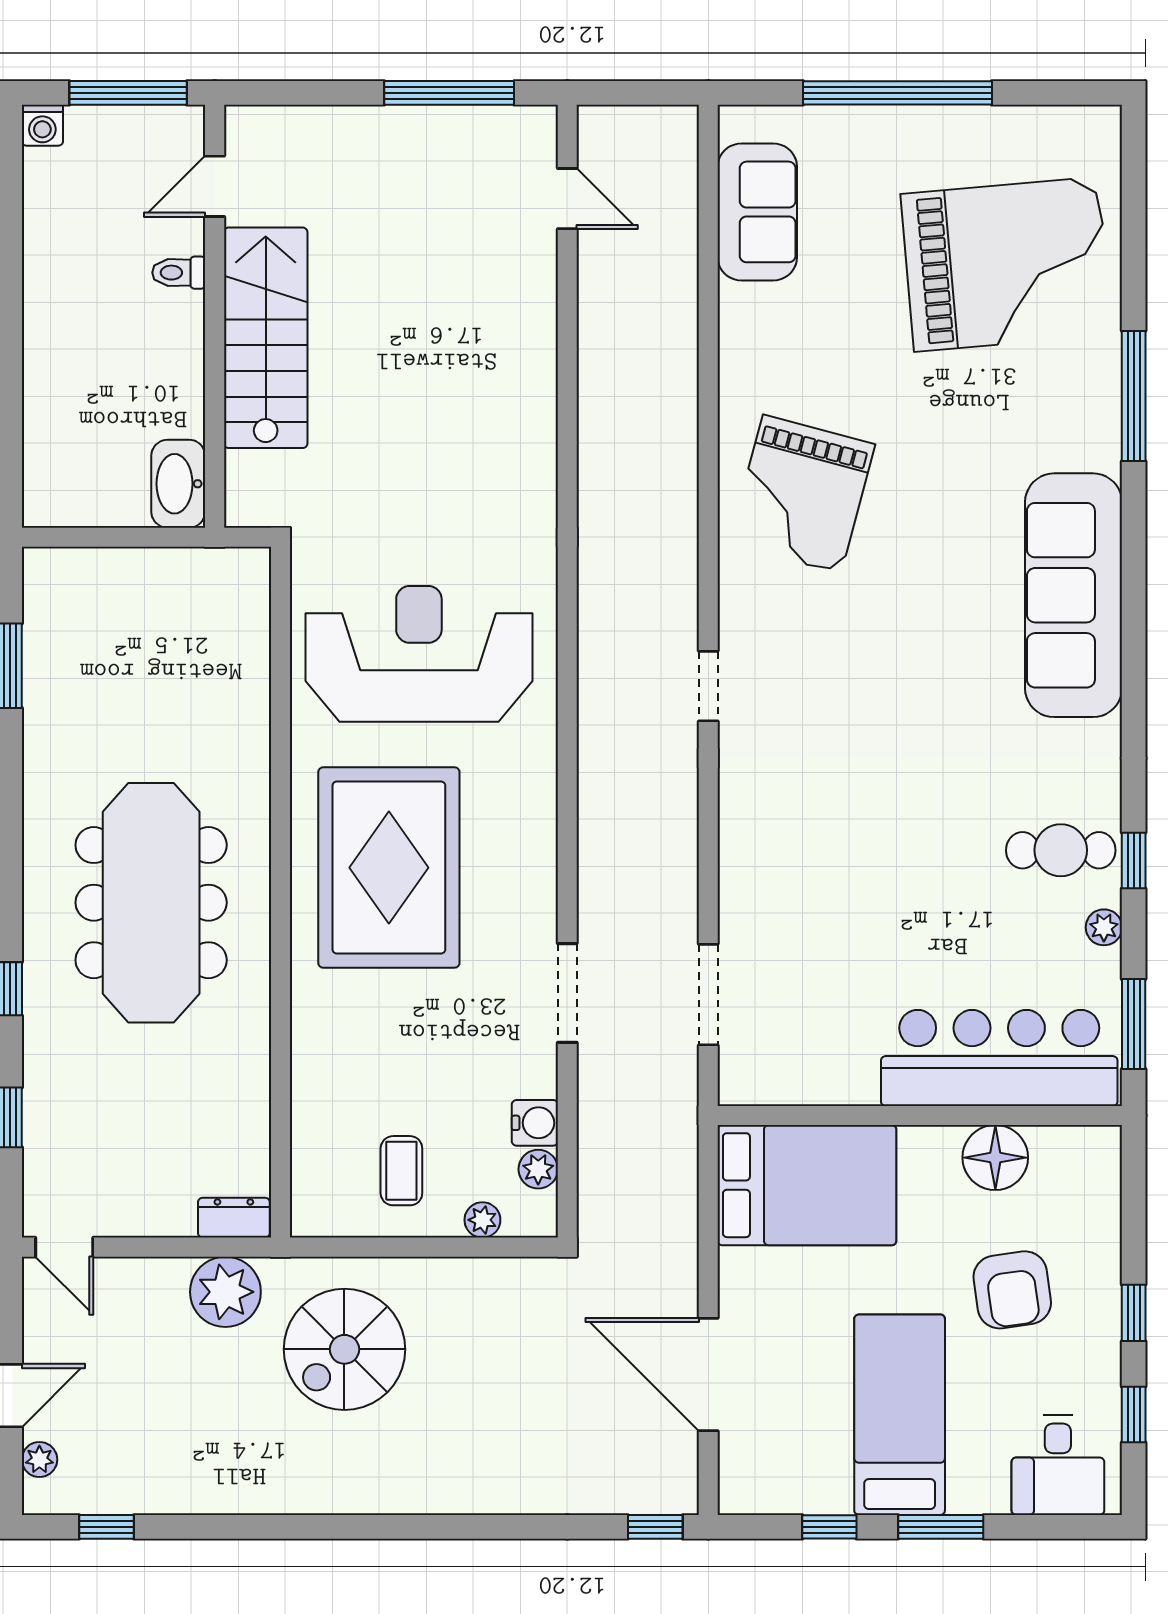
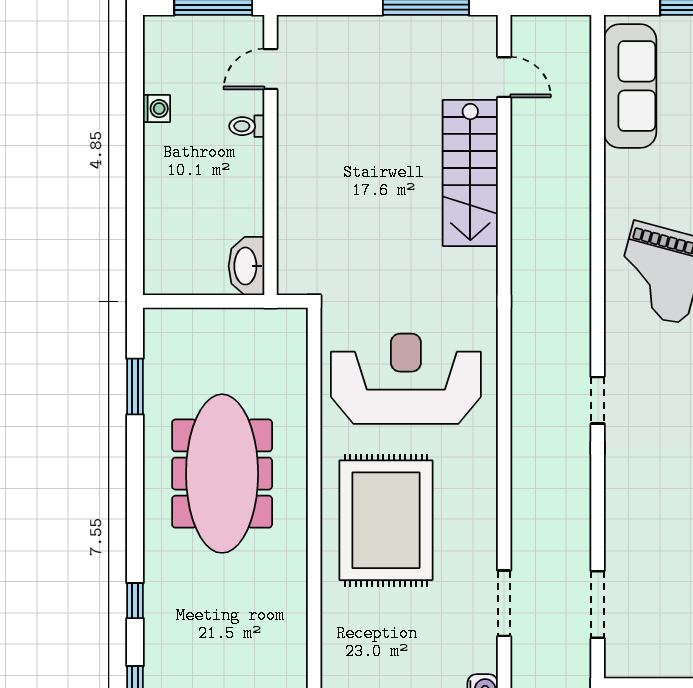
washing machine: (42, 125) -> (156, 109), moved, turned -90
sofa: (757, 212) -> (630, 86), width x1.36
stairs: (266, 338) -> (470, 173), moved, turned 180
meeting table: (151, 903) -> (222, 474), moved

